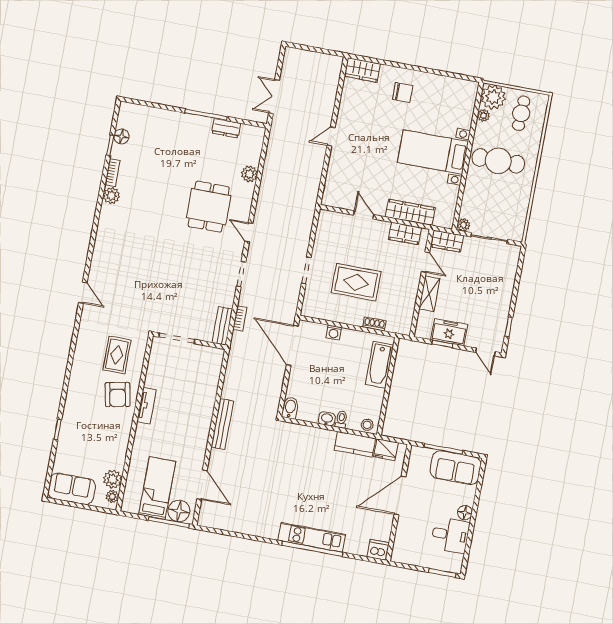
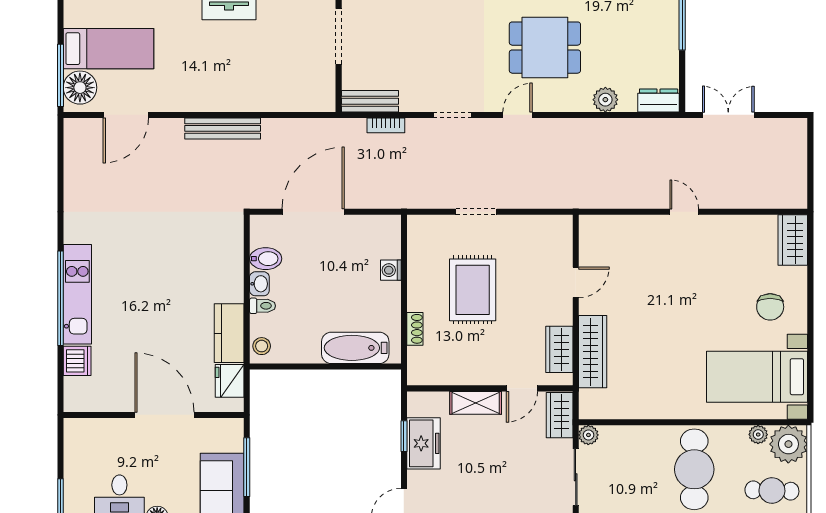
dresser: (226, 128) -> (659, 100), moved, turned 90
bed with nightstands: (433, 152) -> (757, 377), moved, turned -90
door: (292, 345) -> (313, 212), moved
bidet: (290, 408) -> (266, 259), moved
dishwasher: (378, 550) -> (77, 361), moved

